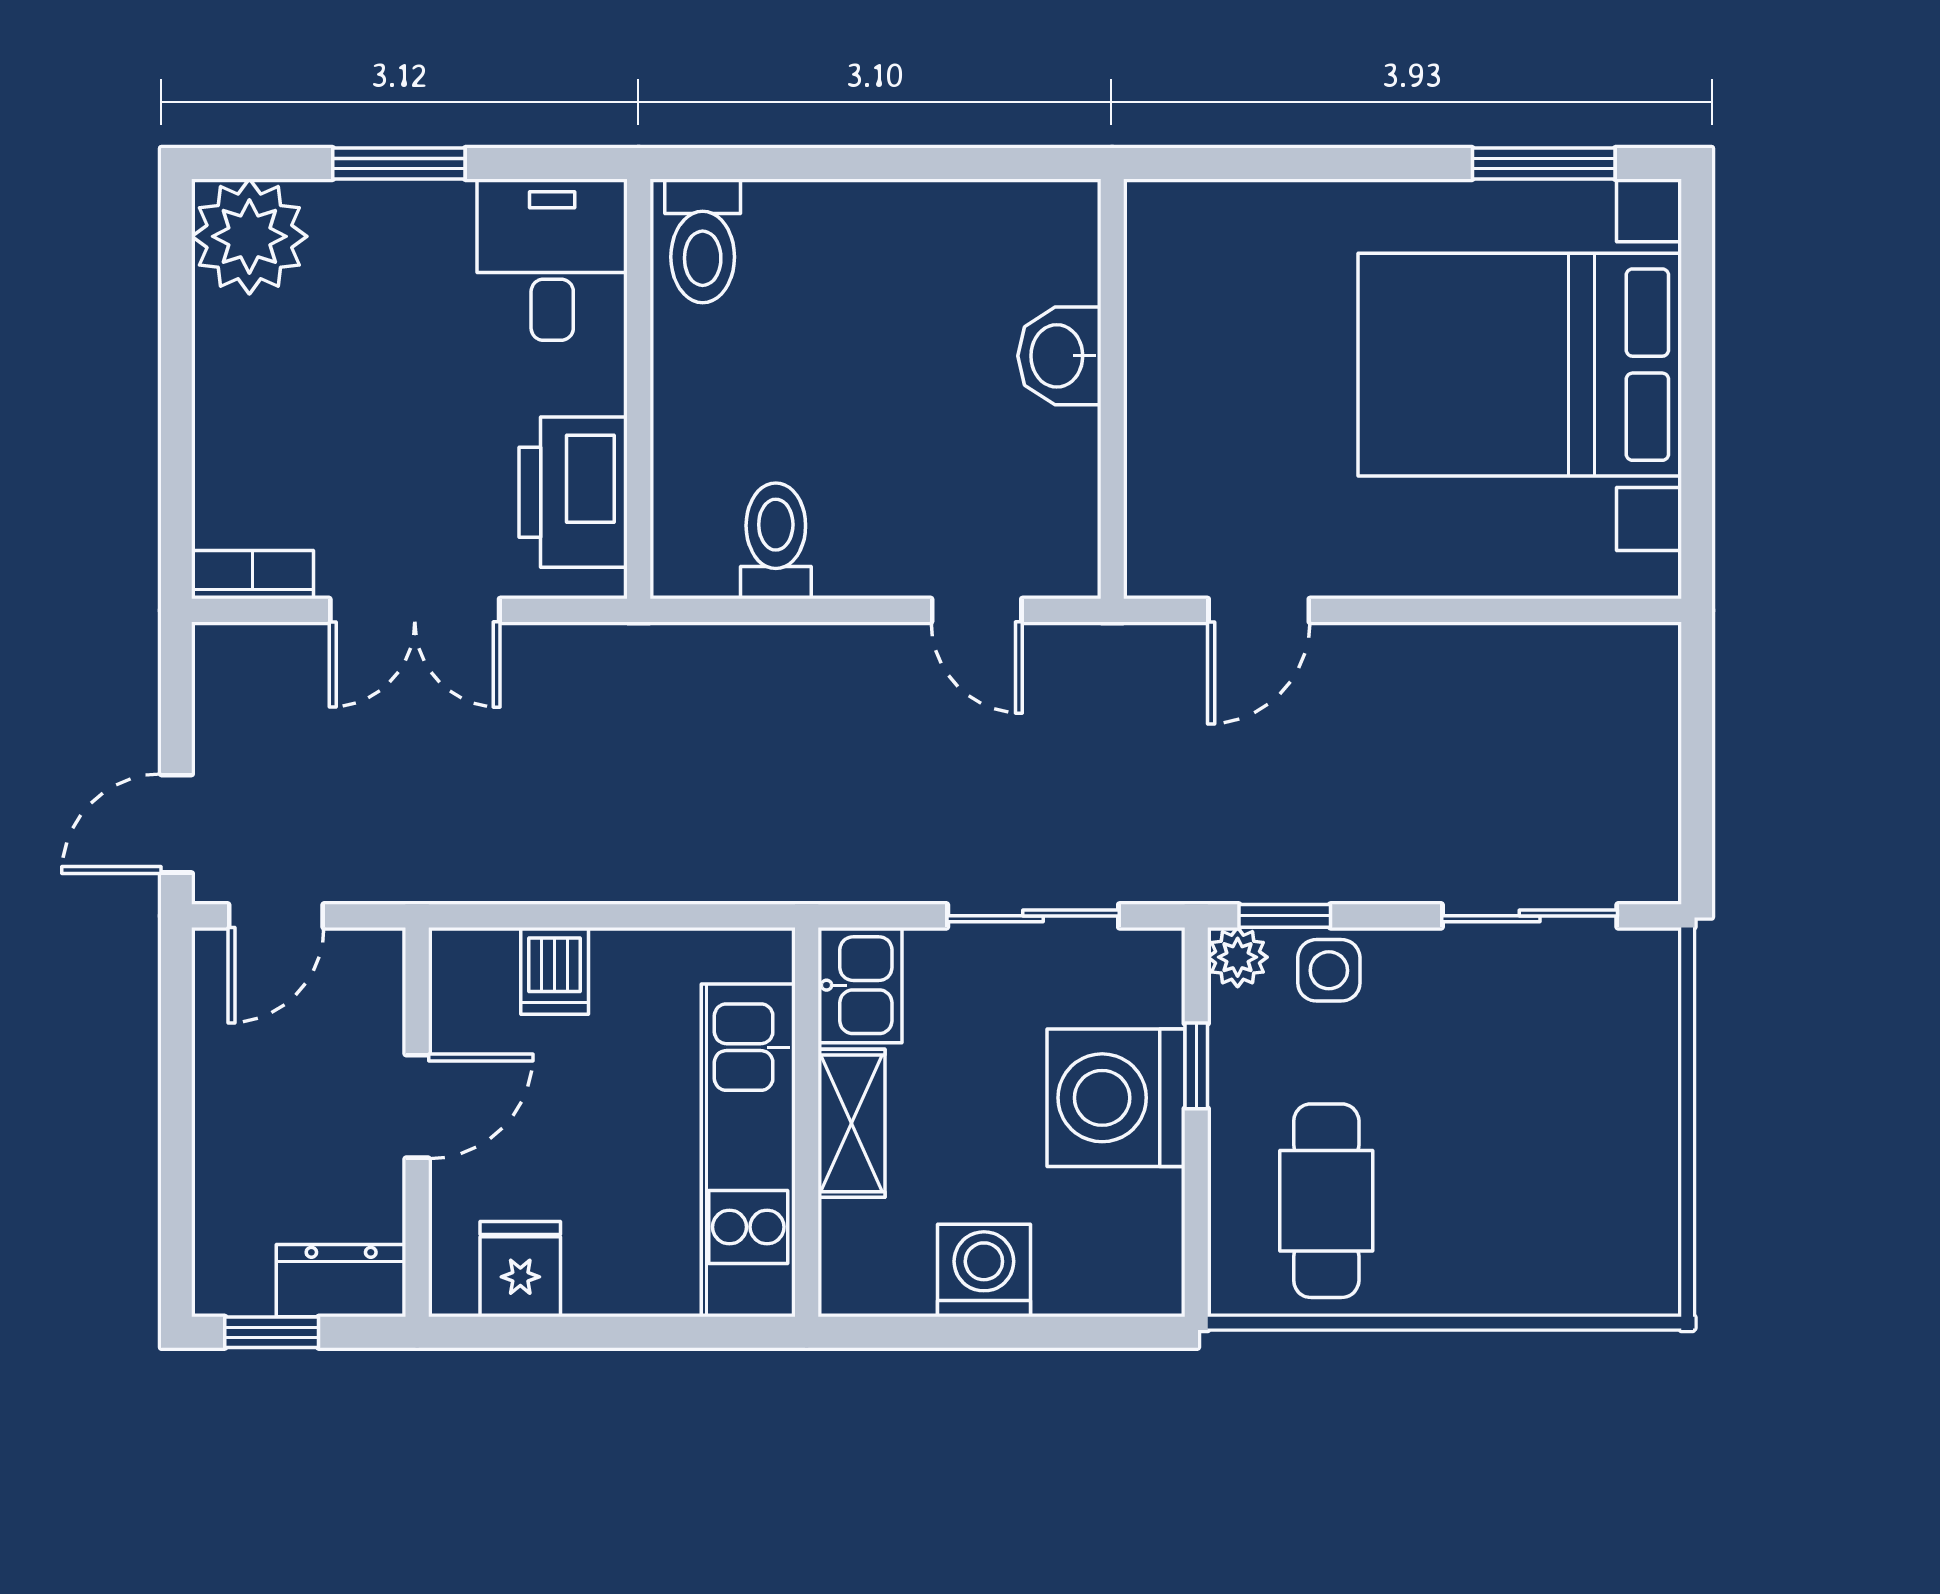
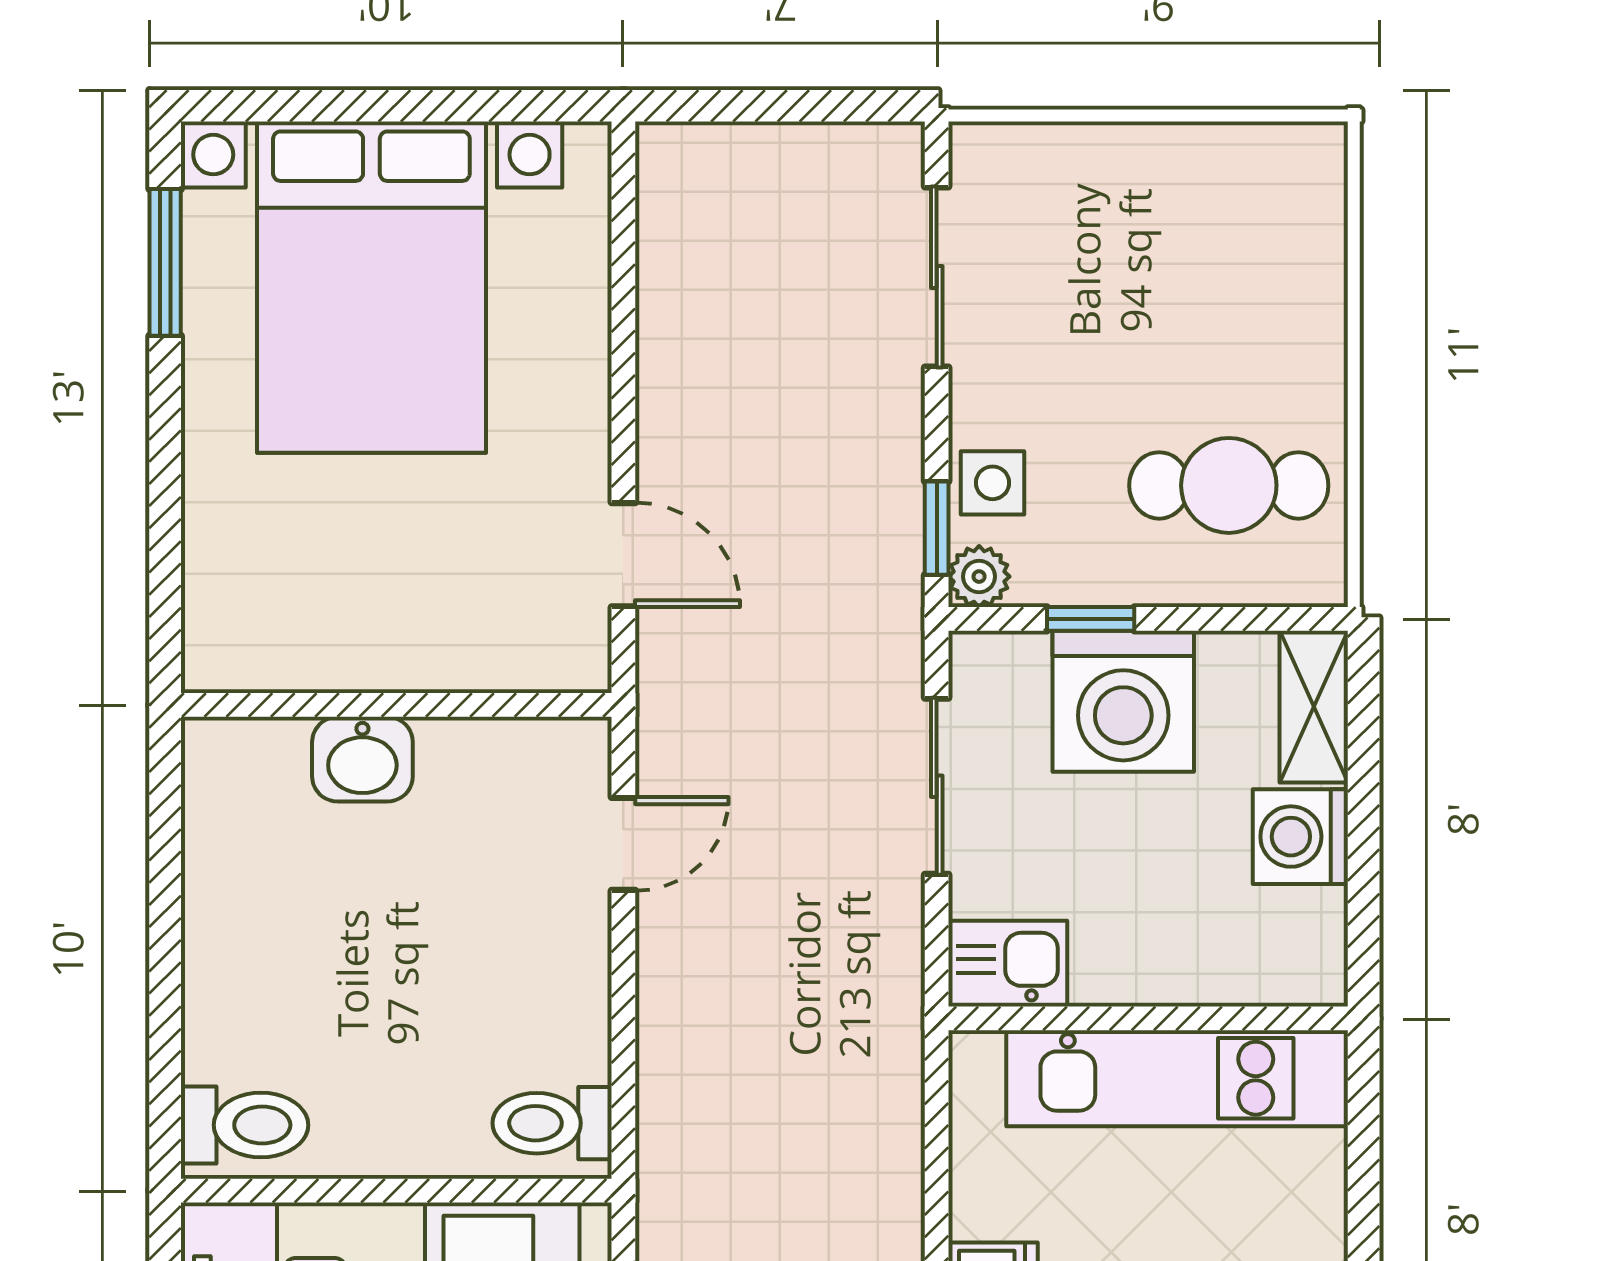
toilet: (776, 541) -> (552, 1123), moved
shelving: (852, 1123) -> (1314, 707), moved, turned 90

